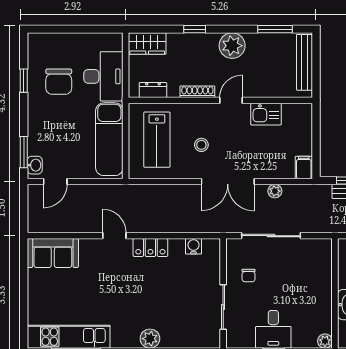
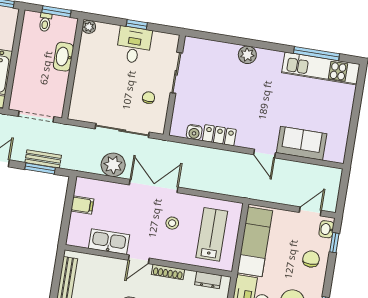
kitchen sink: (266, 114) -> (109, 242), width x1.38
chair: (46, 130) -> (311, 259), added
window: (24, 152) -> (334, 243), width x0.67
filing cabinet: (304, 167) -> (82, 205), moved, turned -90
plant: (275, 191) -> (113, 165), width x1.87, depth x1.87
locker: (150, 247) -> (219, 135), moved
sofa: (53, 253) -> (302, 143), moved

